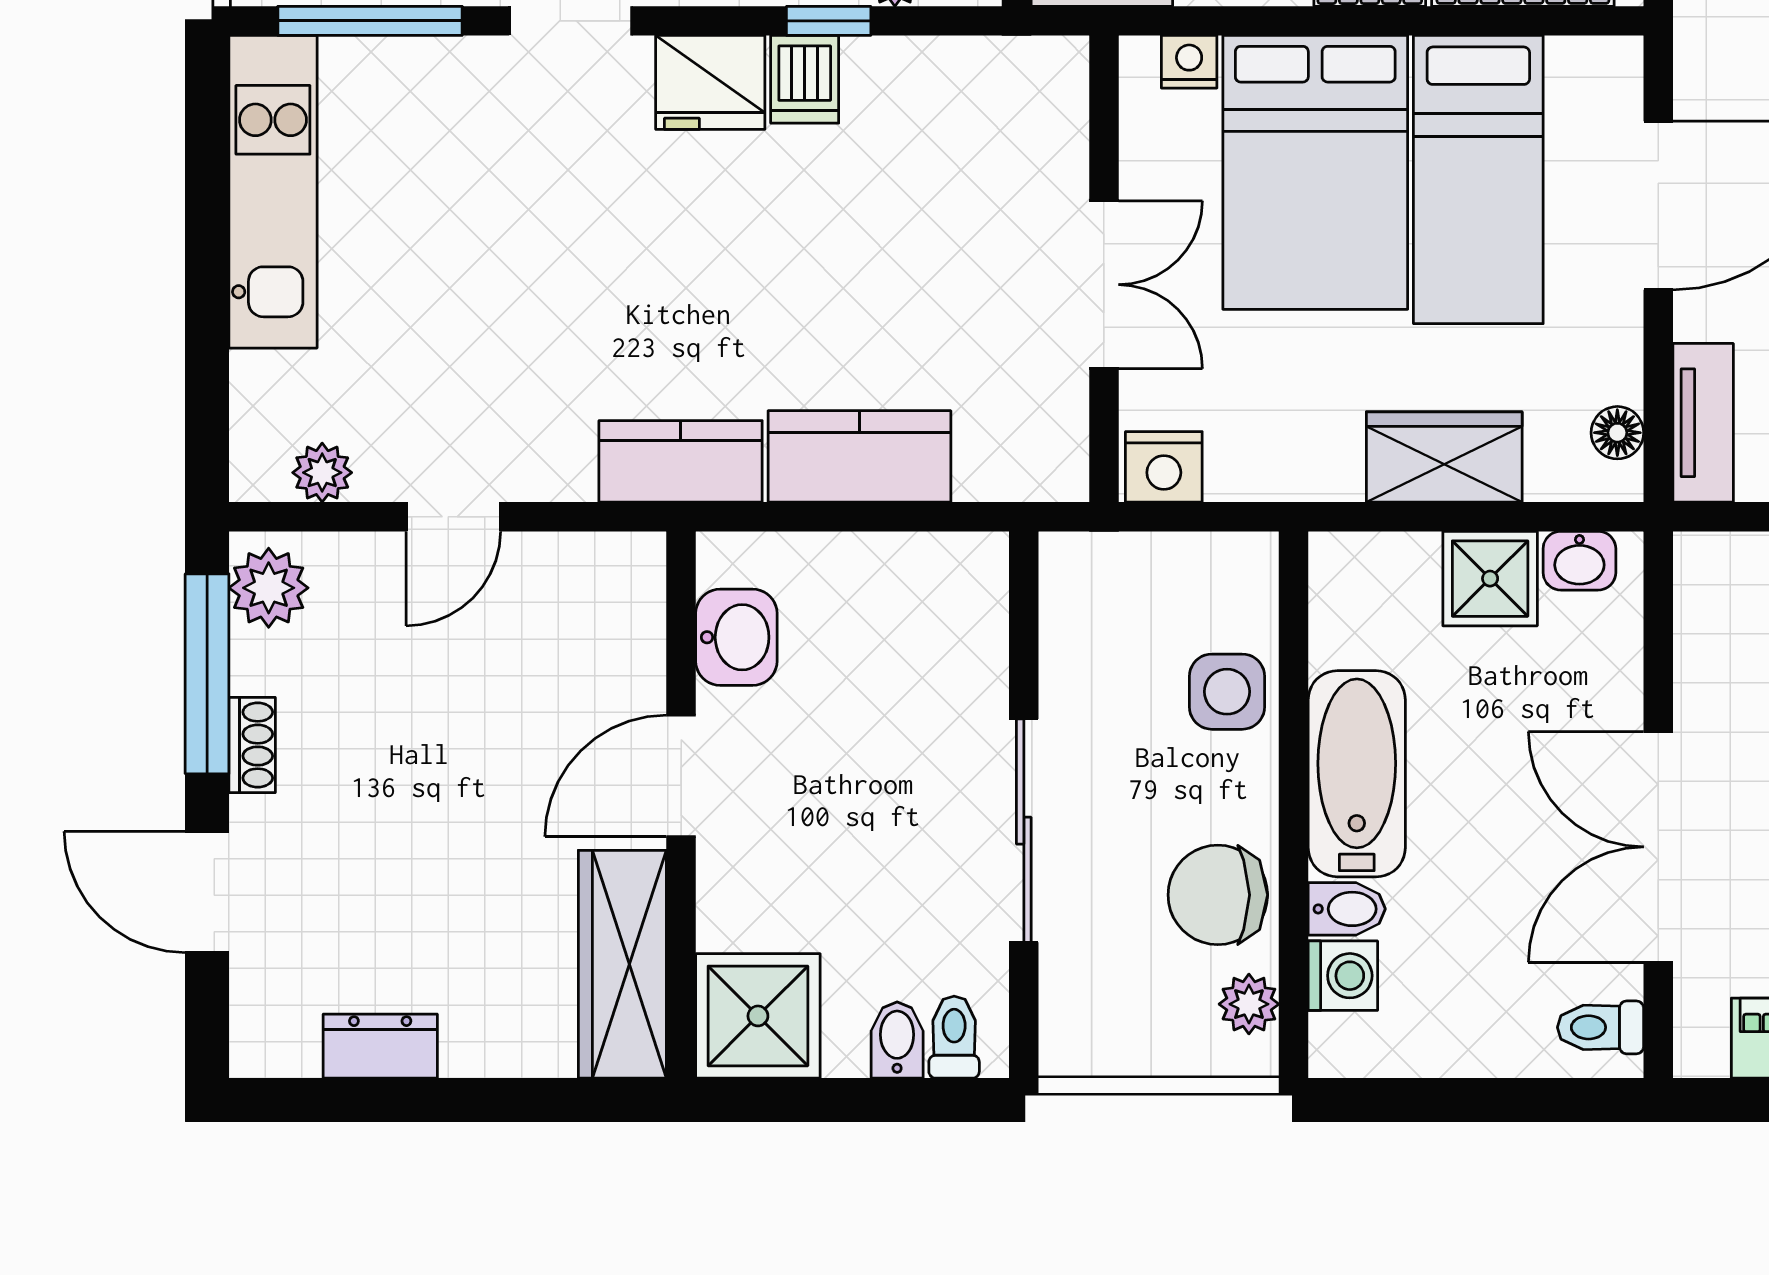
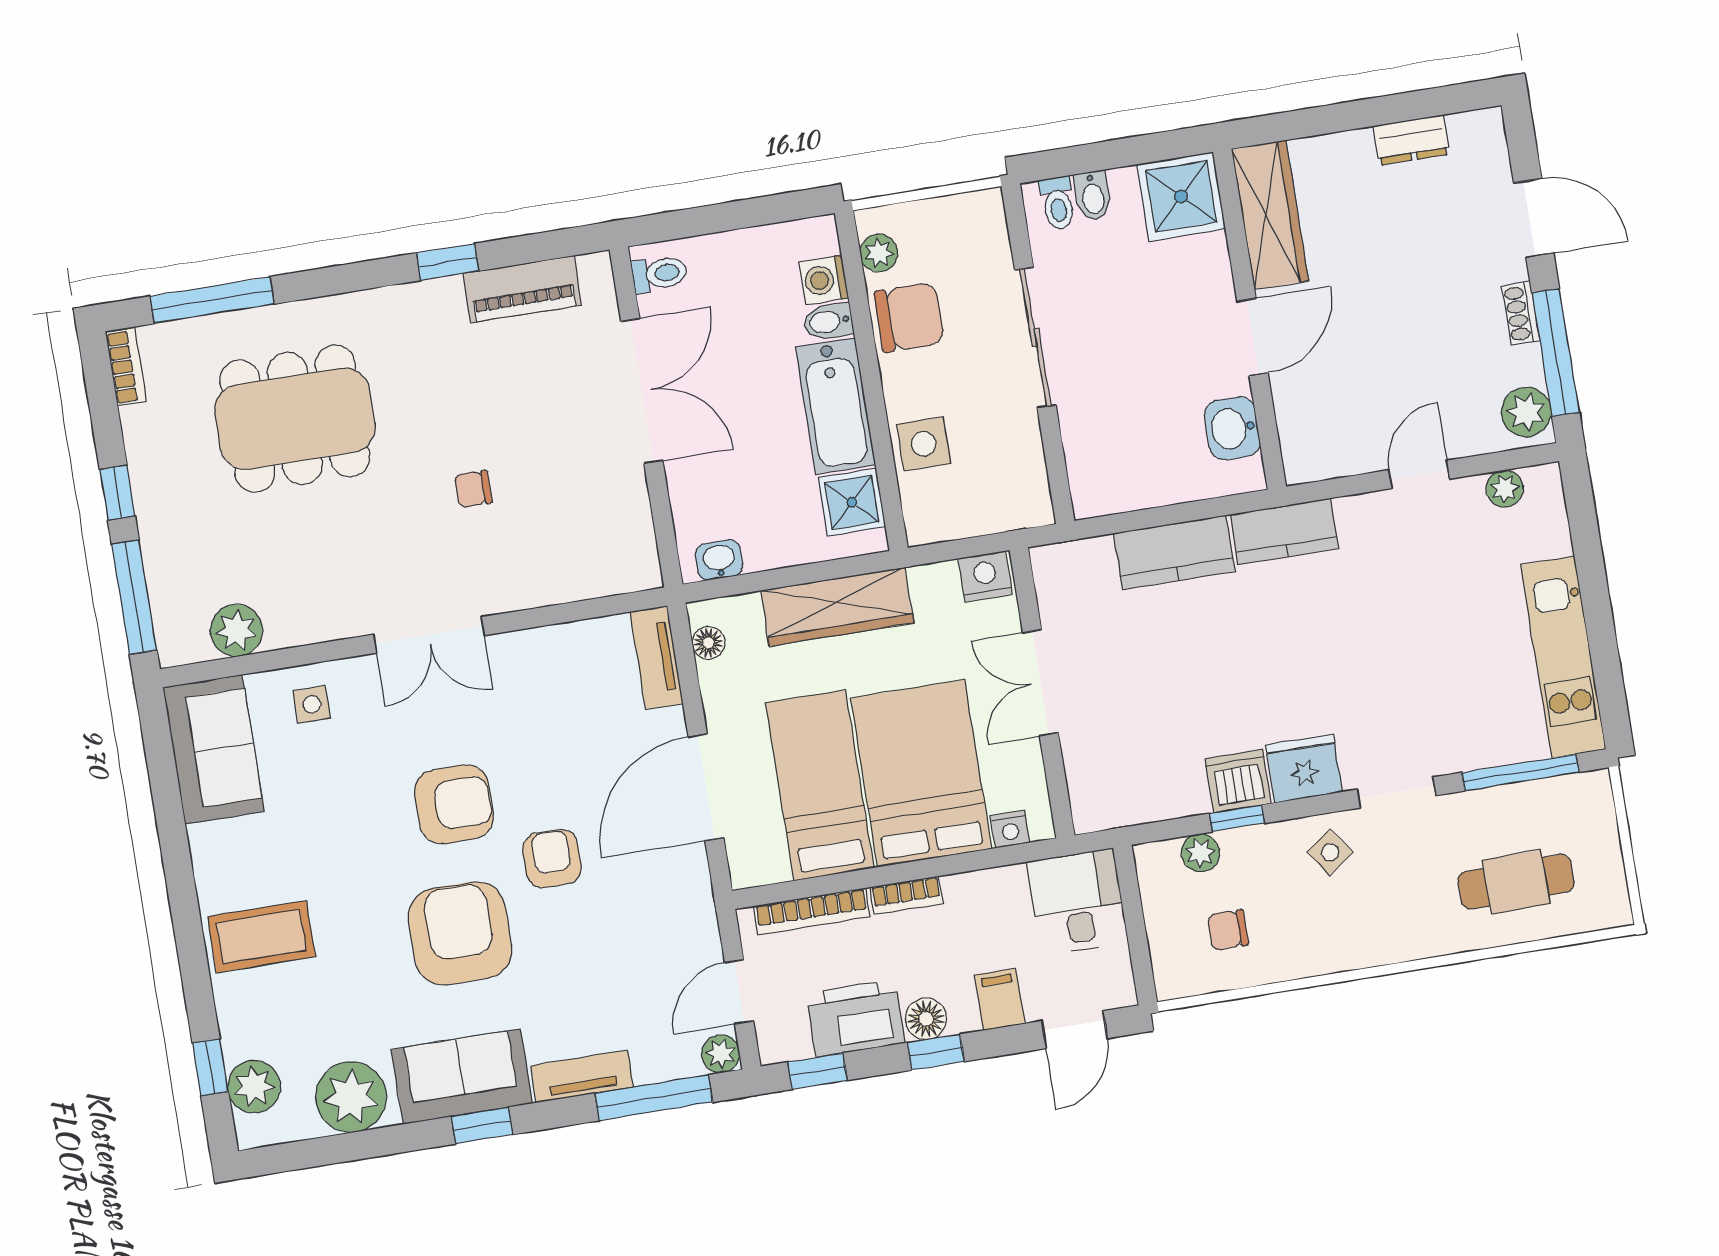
dishwasher: (805, 79) -> (1238, 781), width x1.38
wardrobe: (1444, 457) -> (837, 607), width x1.50
shower: (1490, 579) -> (852, 502), moved

